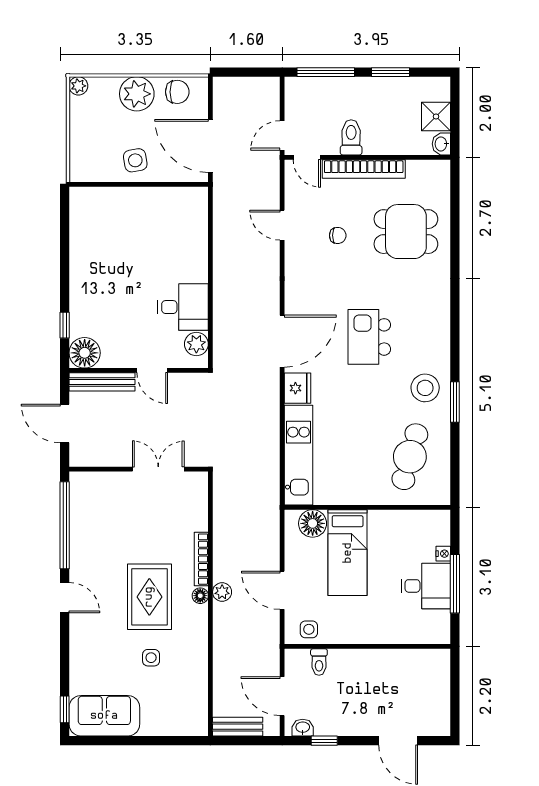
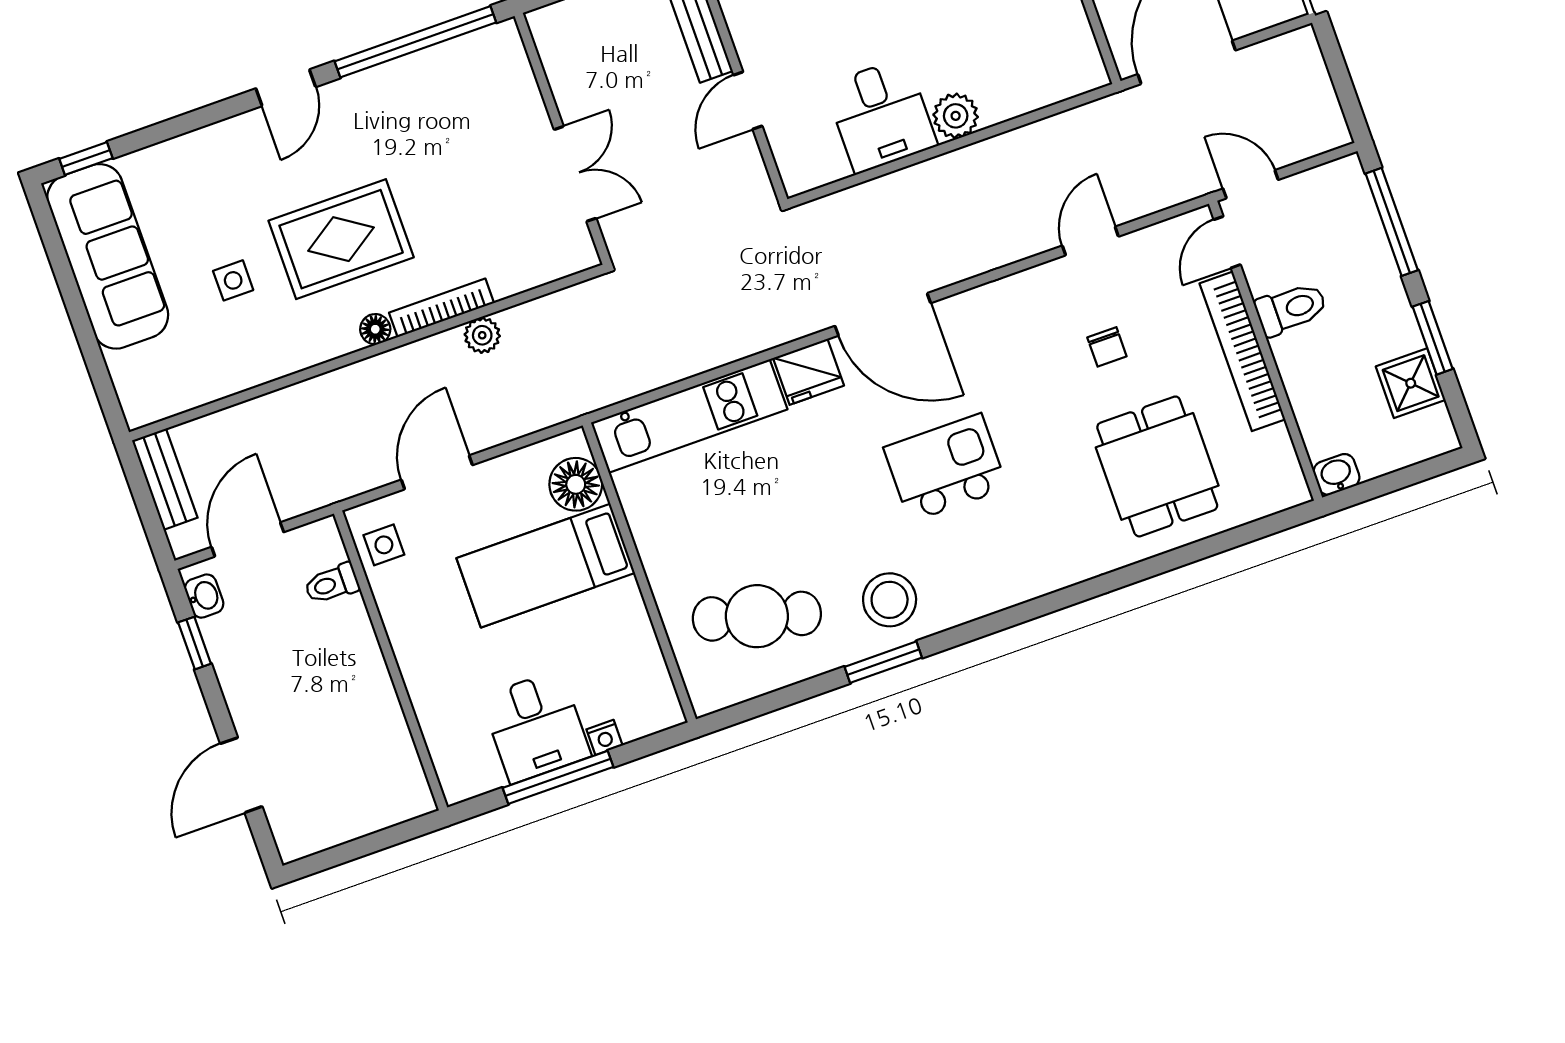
shower: (436, 117) -> (1411, 383), moved
plant: (196, 344) -> (956, 116), moved
plant: (222, 592) -> (482, 335), moved
sofa: (104, 716) -> (108, 256), width x1.36

